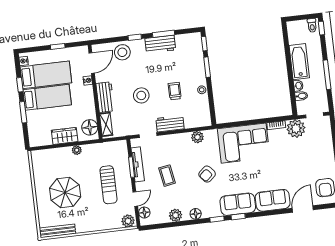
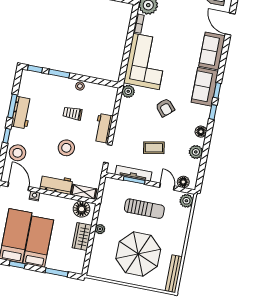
window: (23, 112) -> (57, 272), moved
plant: (197, 137) -> (128, 91), moved
parasol: (65, 192) -> (138, 254), width x1.36, depth x1.36

